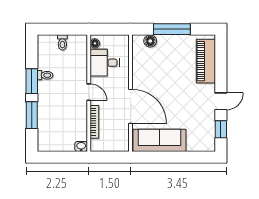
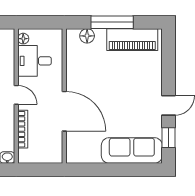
piano: (206, 61) -> (132, 40), moved, turned -90
sofa: (160, 140) -> (132, 150), moved

